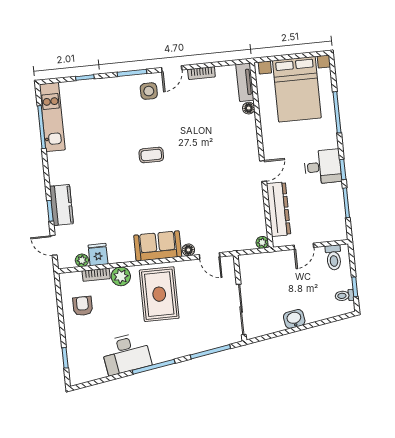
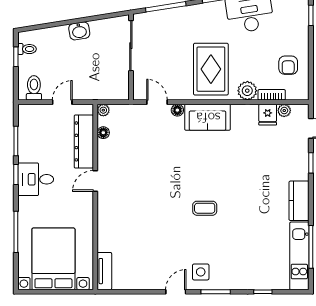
bookcase: (201, 73) -> (147, 284), removed
floor lamp: (249, 108) -> (103, 133), moved
kitchen counter: (61, 205) -> (299, 201), moved

